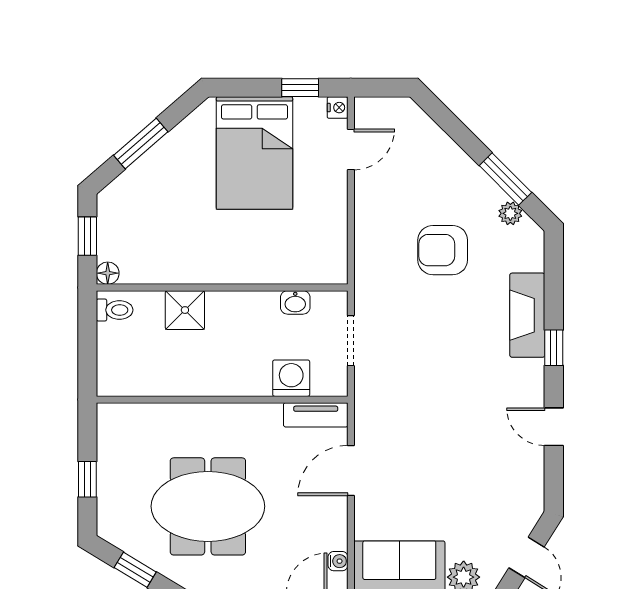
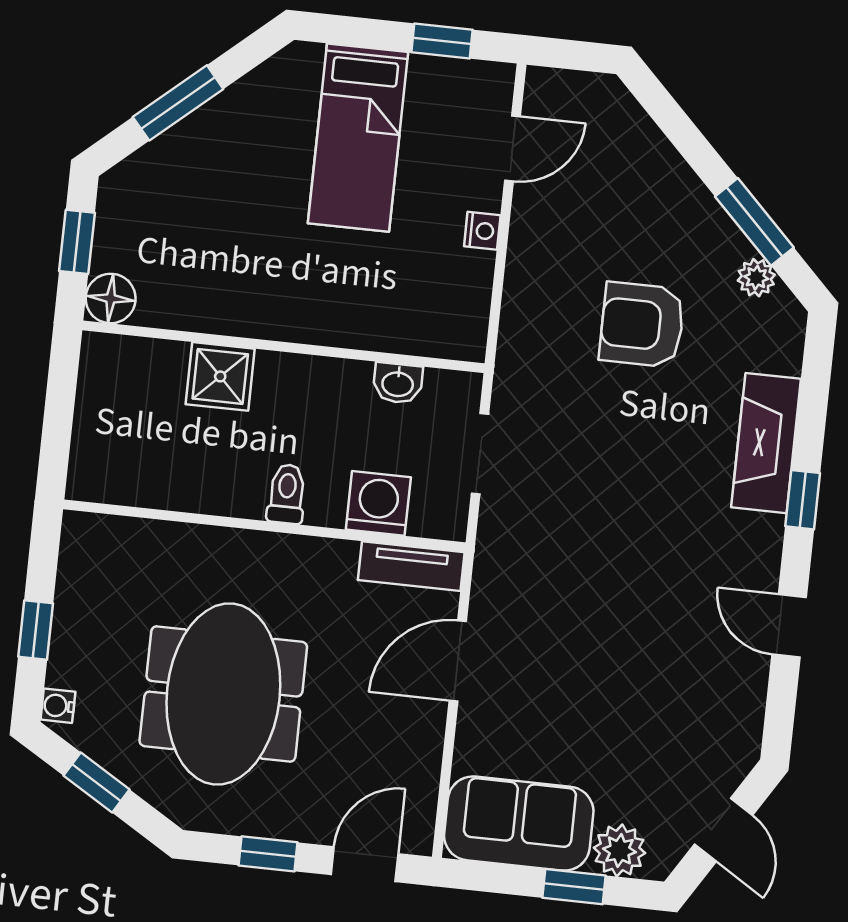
nightstand: (338, 108) -> (482, 231), moved
bed: (254, 153) -> (358, 138), width x0.67
floor lamp: (108, 273) -> (111, 298), width x1.37, depth x1.37
toilet: (115, 310) -> (287, 494), moved, turned -90
meeting table: (208, 506) -> (223, 694), turned 90
water cooler: (338, 561) -> (58, 706), moved, turned 180

